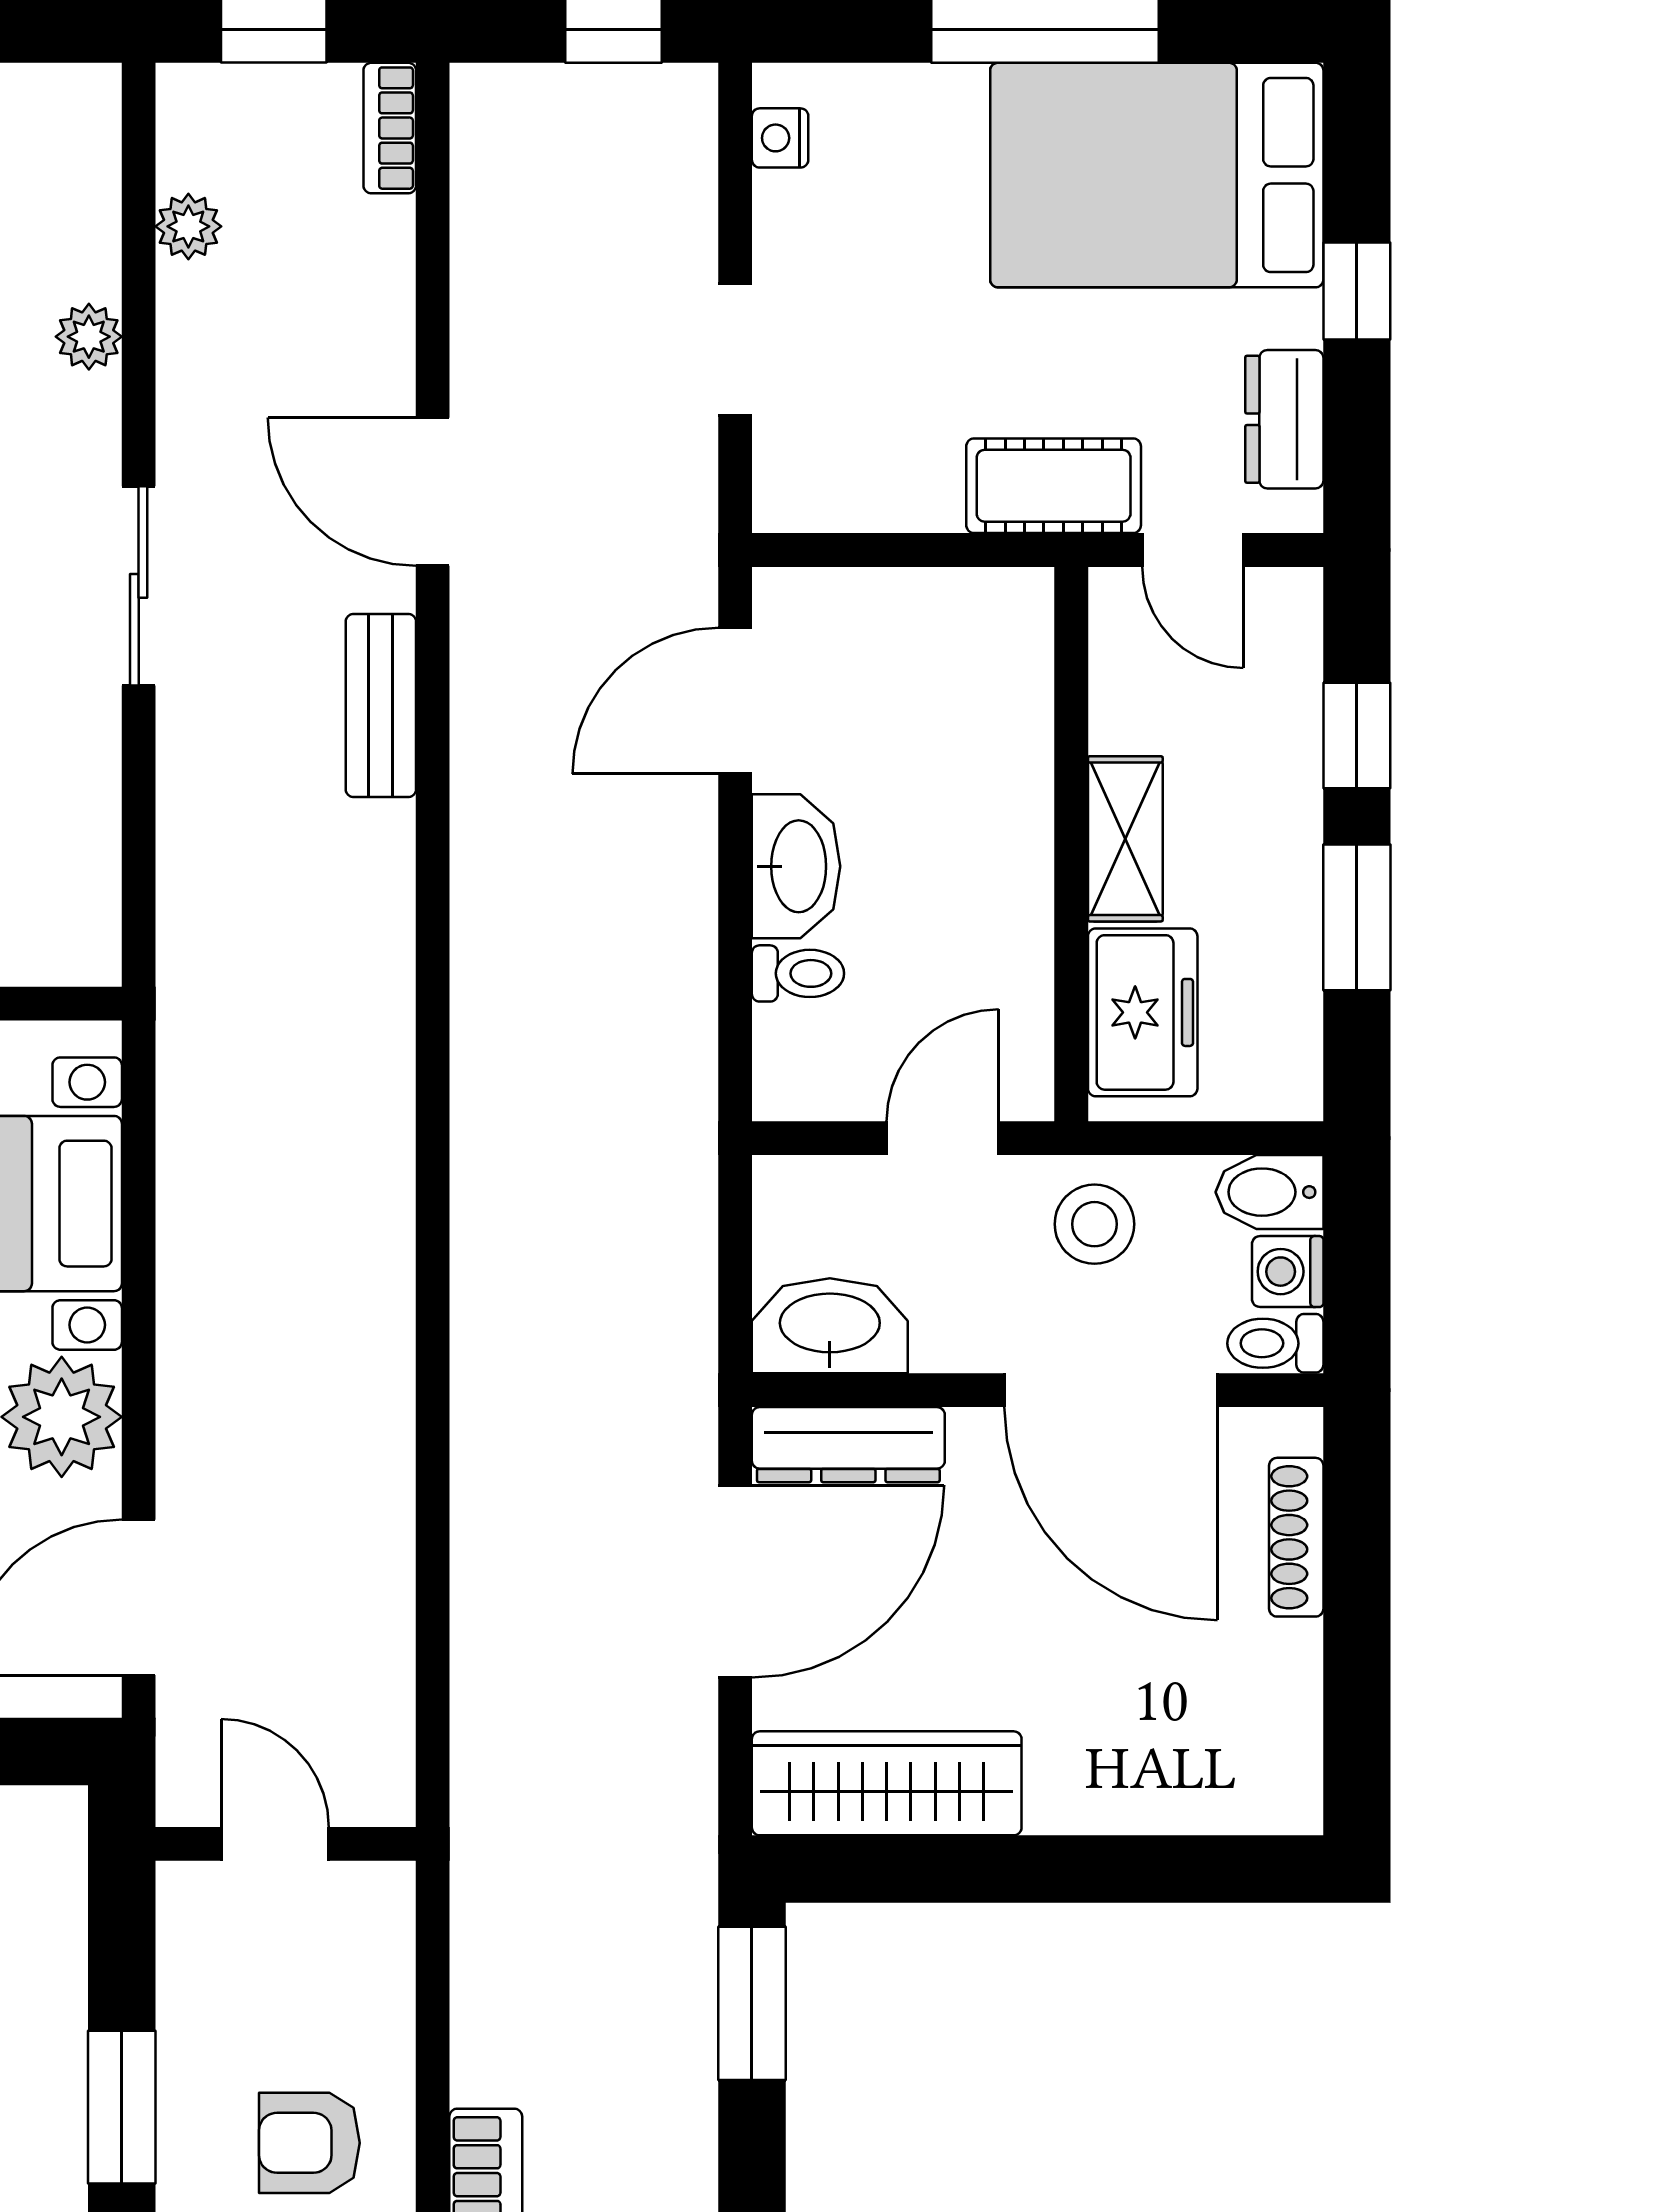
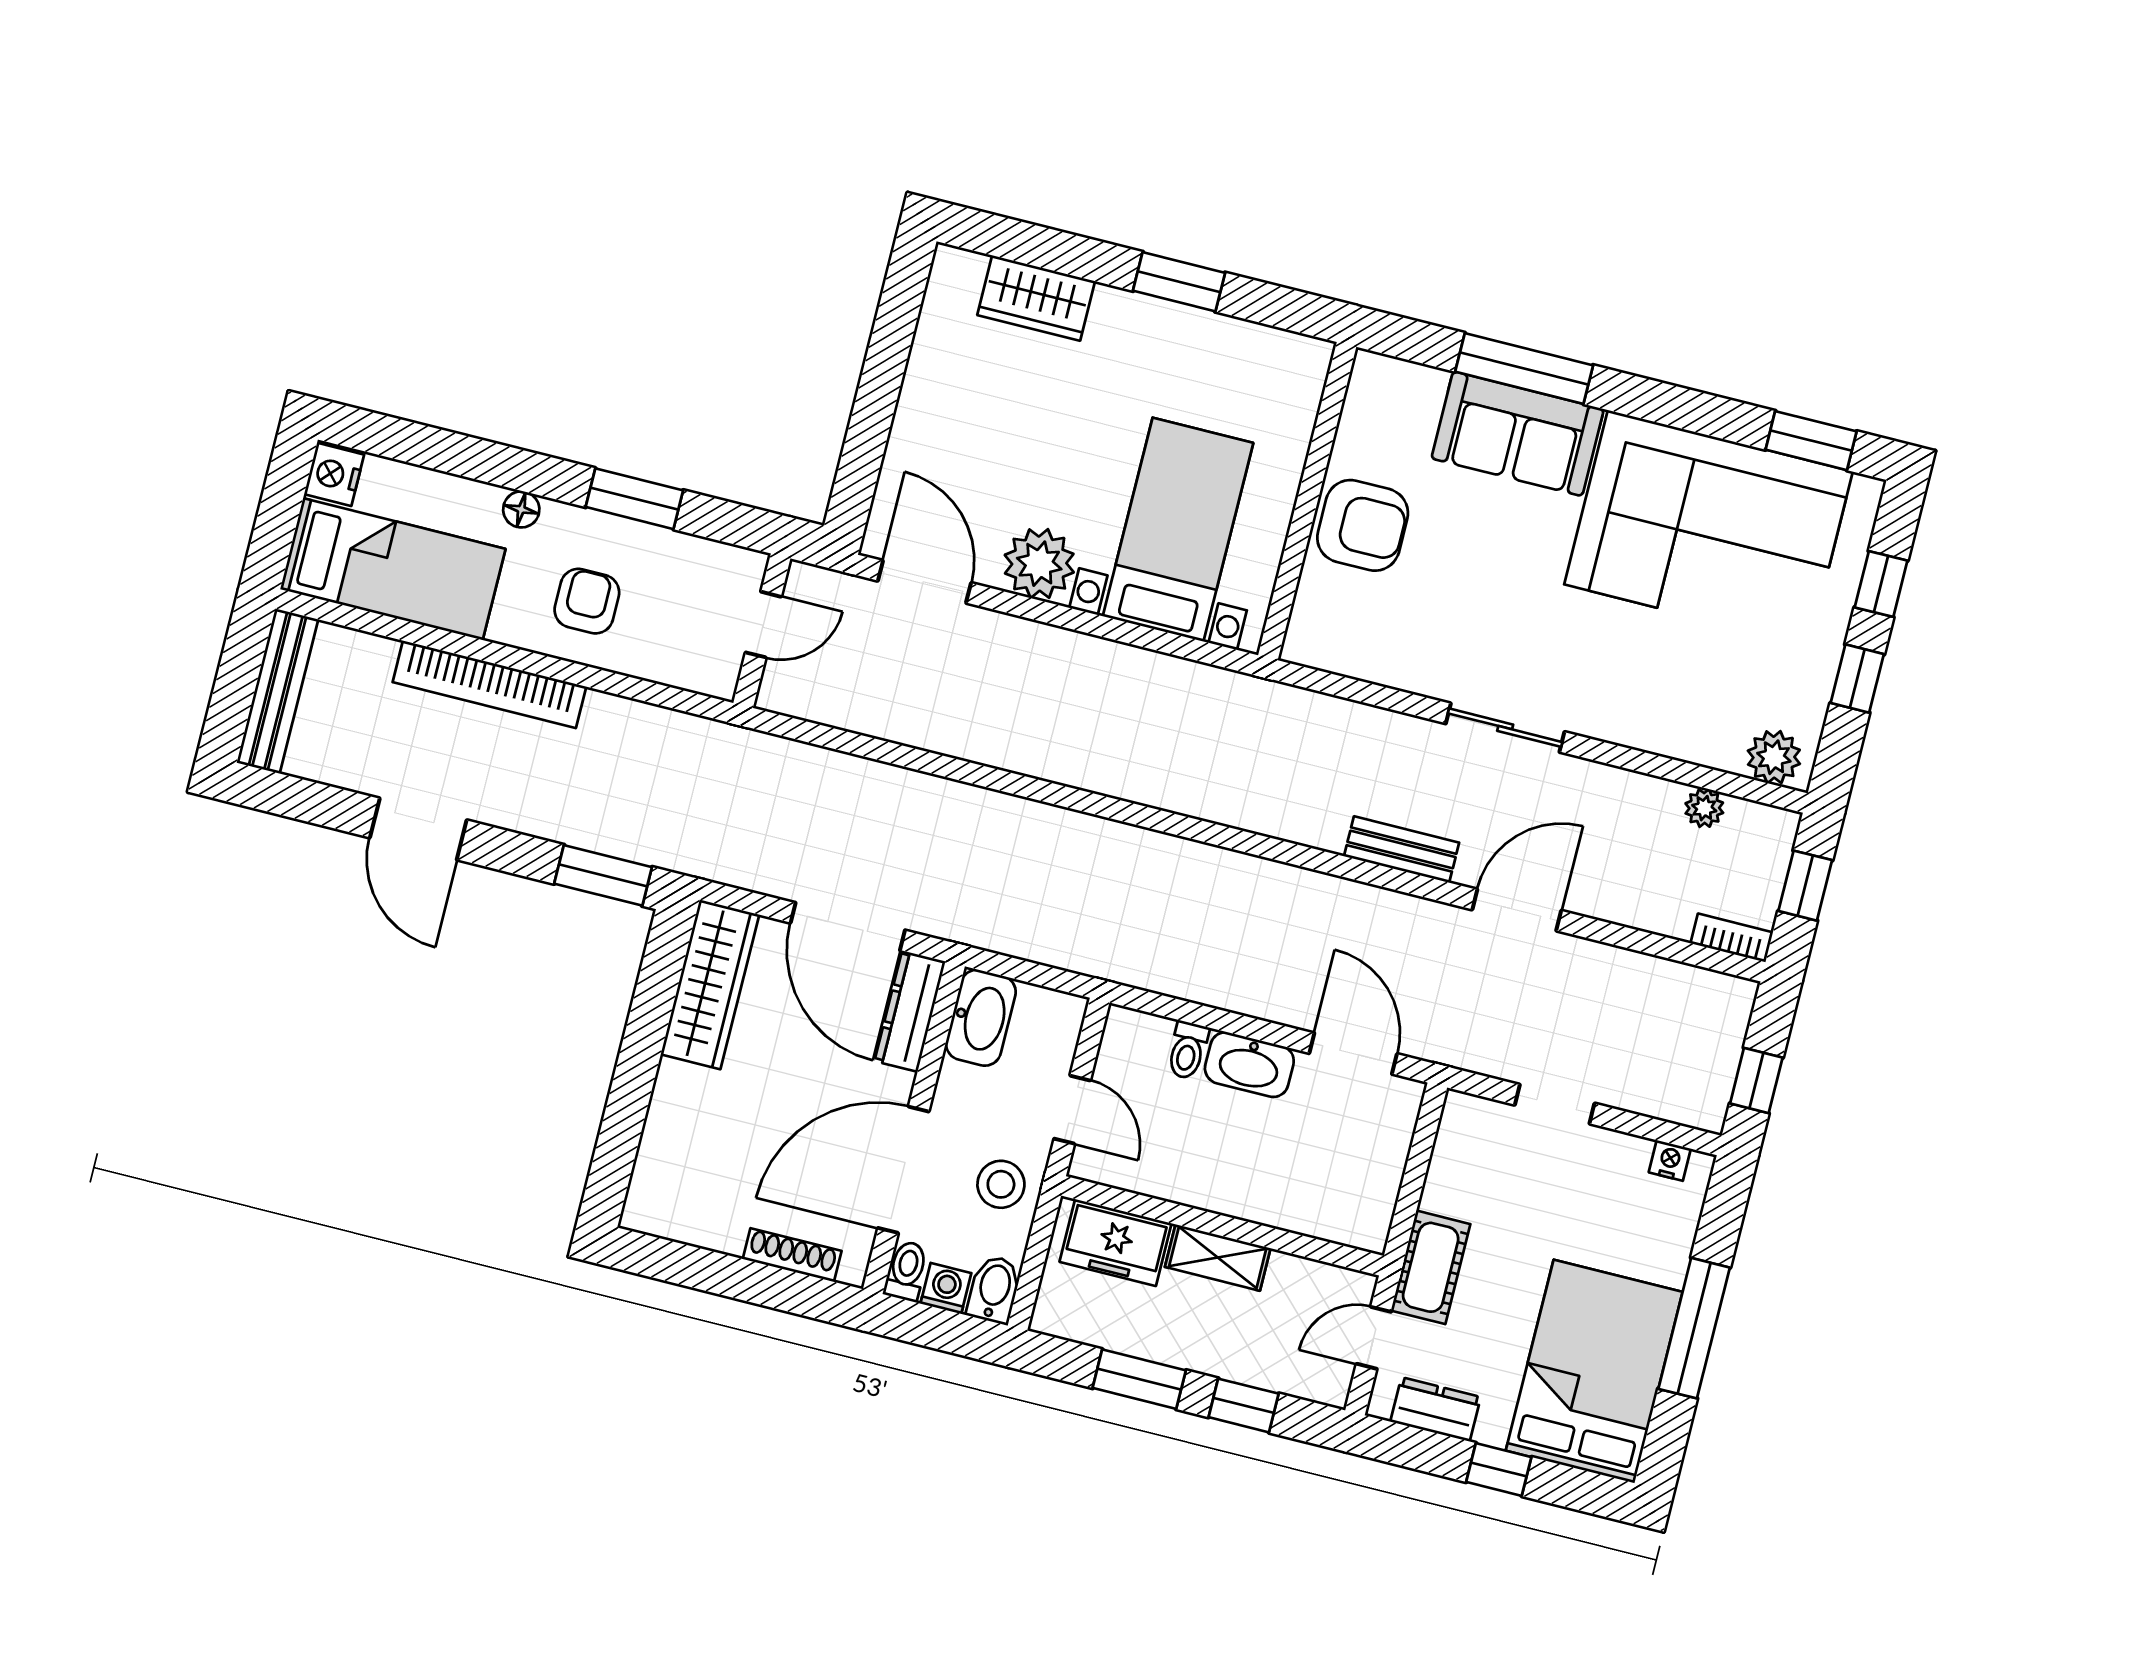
plant: (89, 337) -> (1774, 757), moved, width x1.38, depth x1.38

